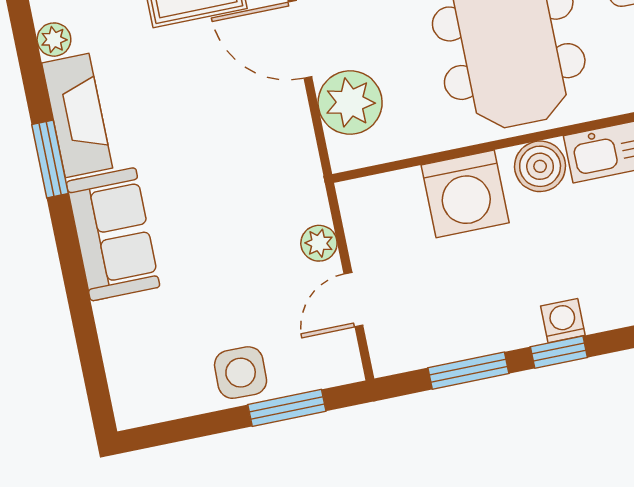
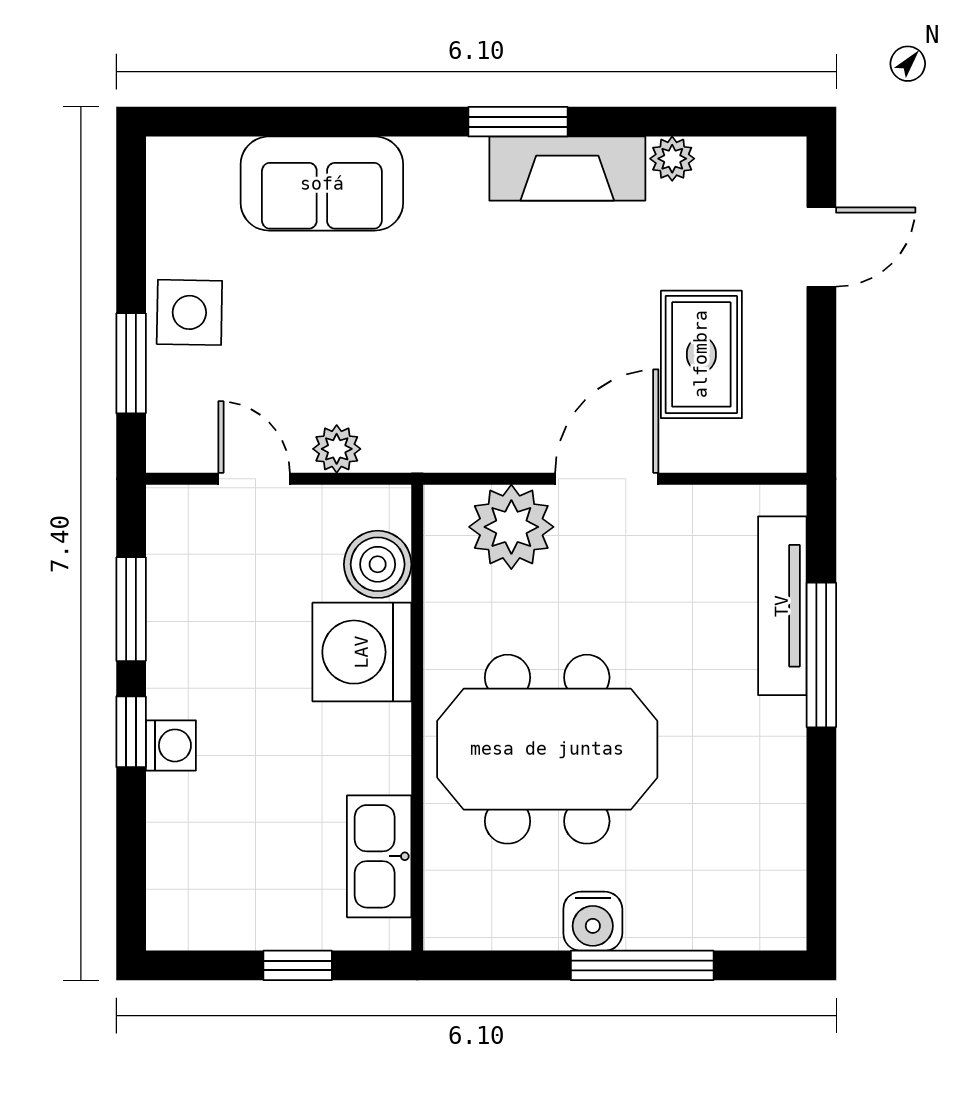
boiler: (540, 166) -> (378, 564), moved
sofa: (113, 234) -> (322, 184), moved

